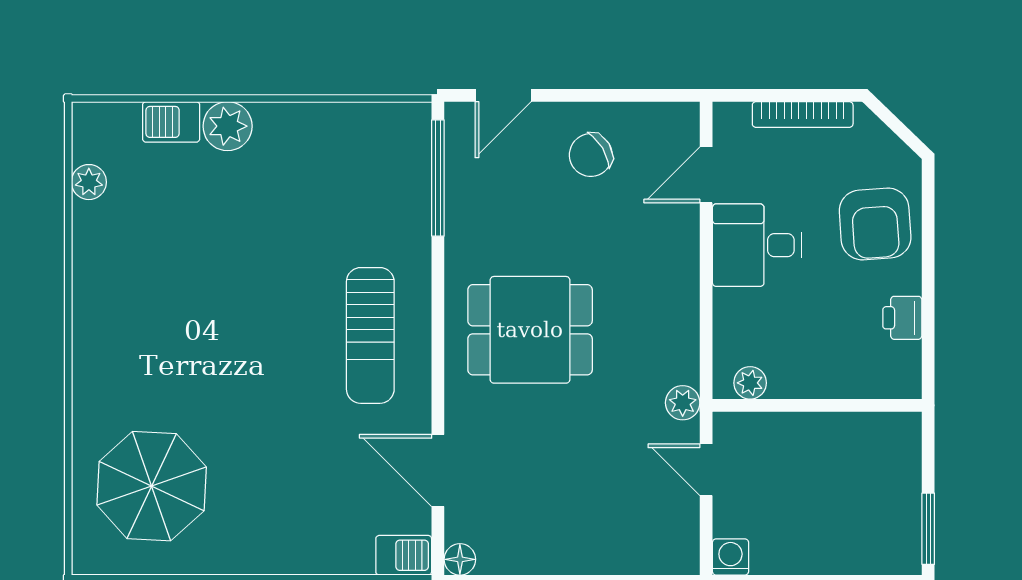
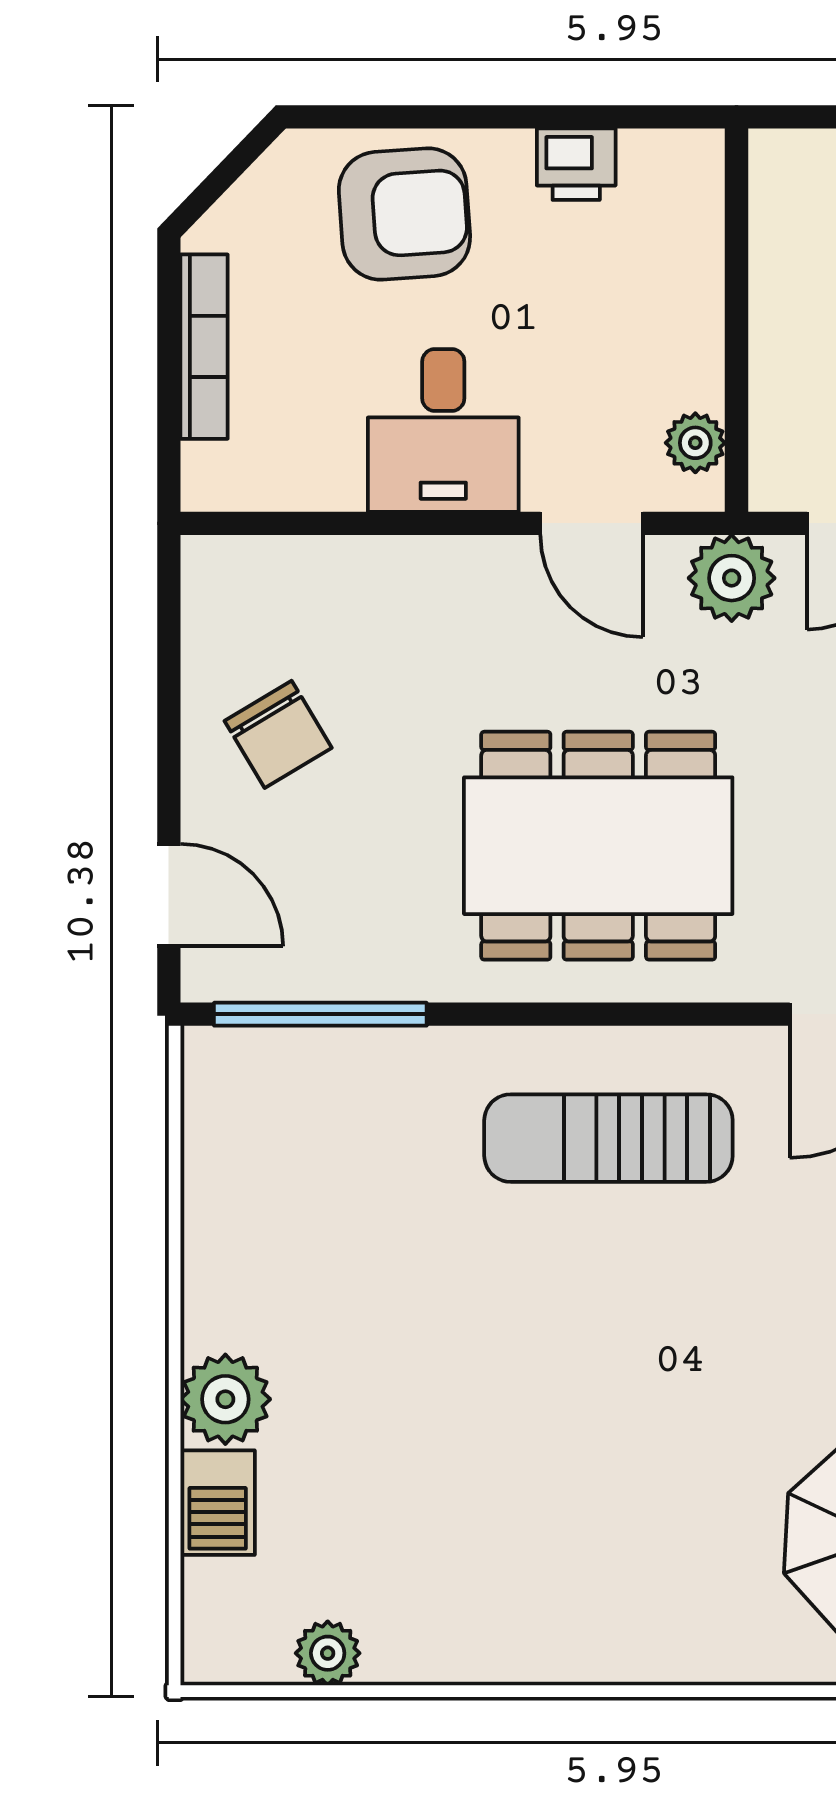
door: (706, 175) -> (592, 523), moved
dining table: (530, 330) -> (598, 846), width x1.38
sun lounger: (370, 335) -> (608, 1138), turned 180
plant: (683, 403) -> (732, 578), width x1.38, depth x1.38

